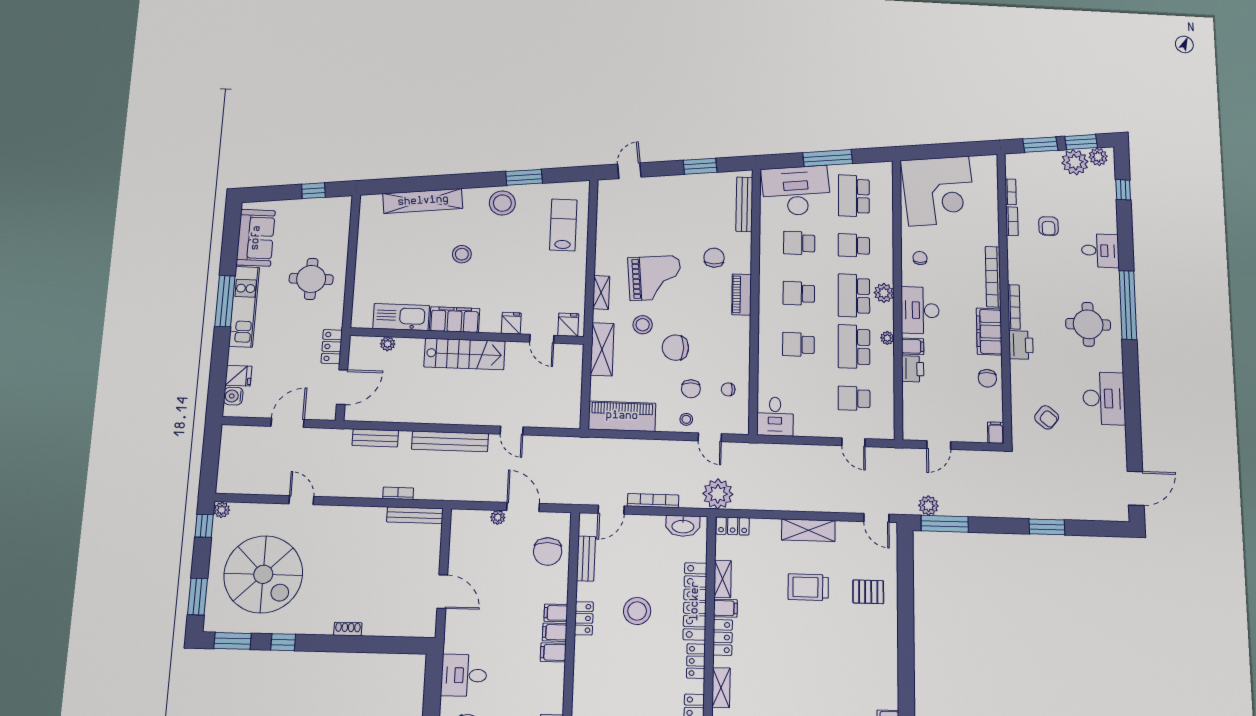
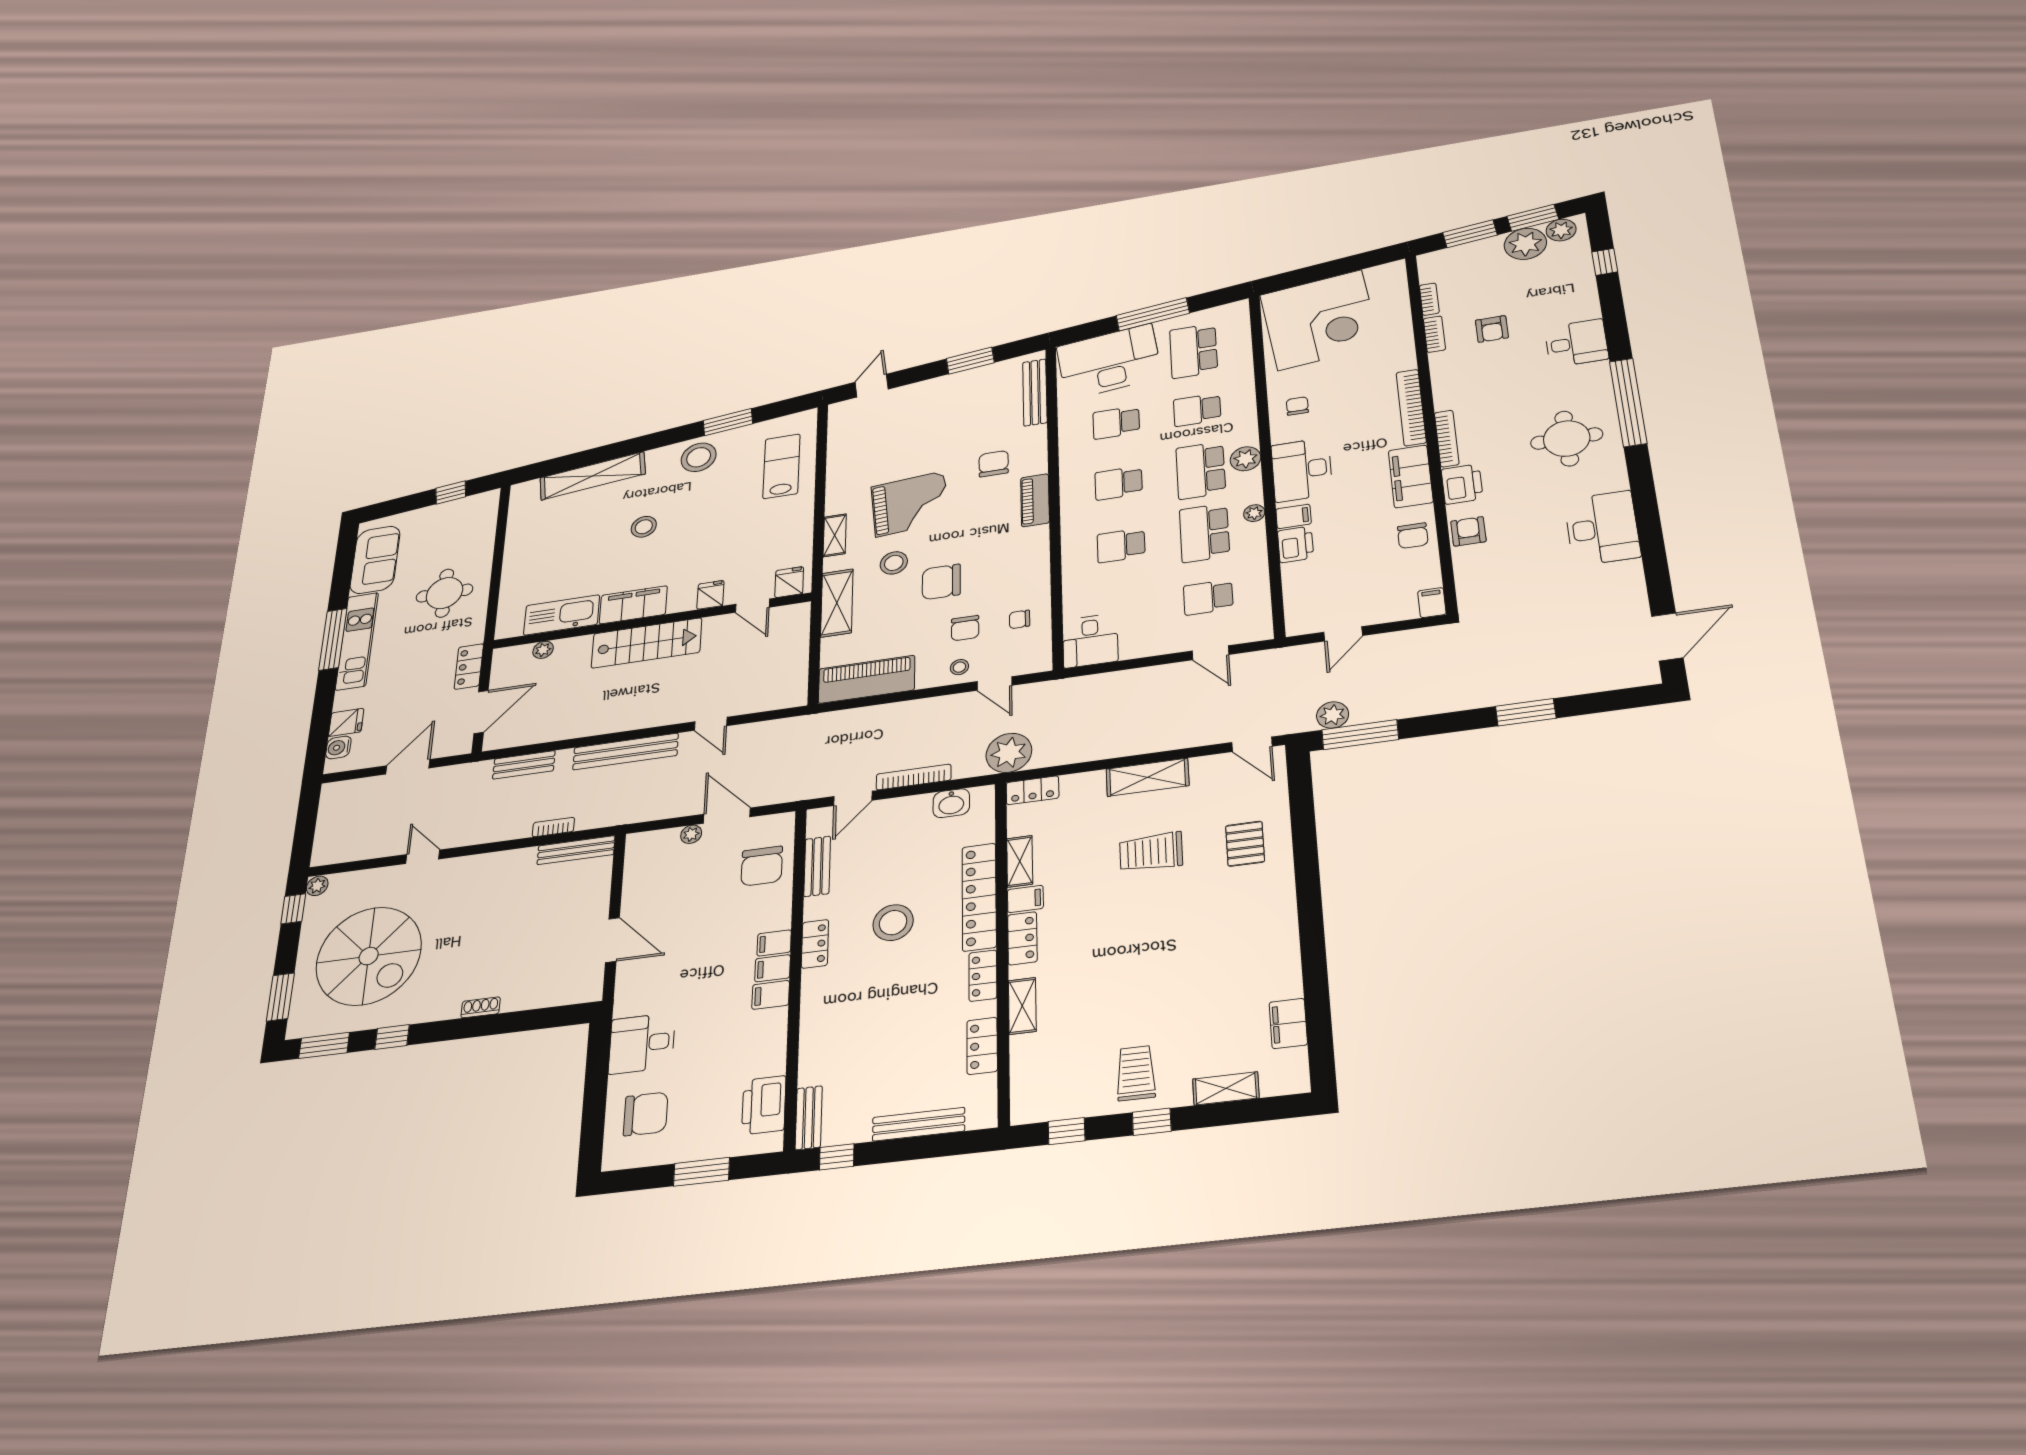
armchair: (1047, 417) -> (1468, 531), moved, turned -129
washbasin: (683, 526) -> (951, 803), width x0.72
pallet: (868, 592) -> (1245, 844), turned 90

